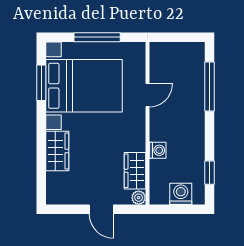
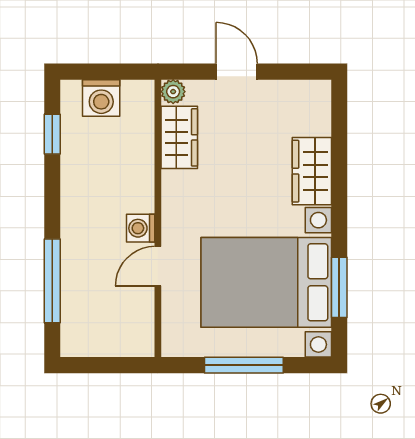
washing machine: (158, 150) -> (141, 228), moved

